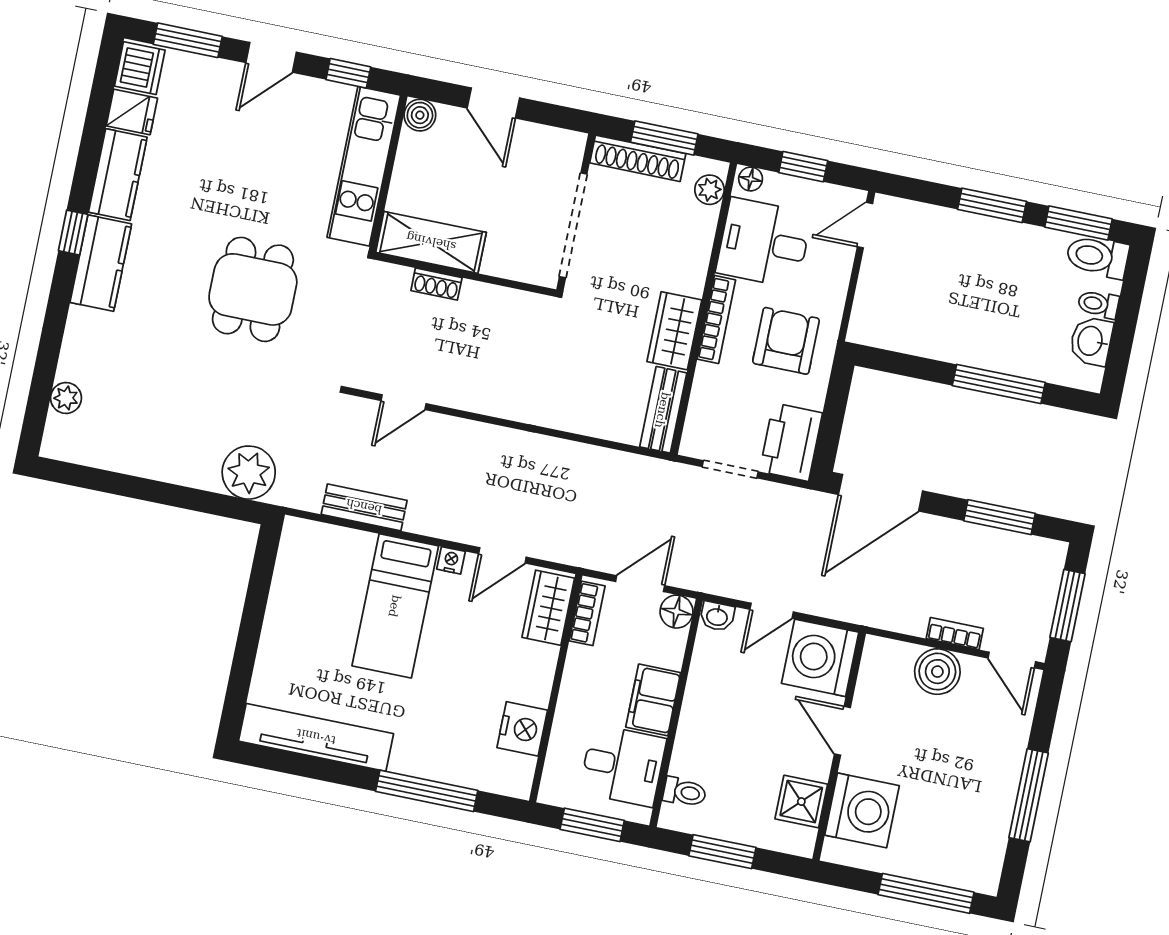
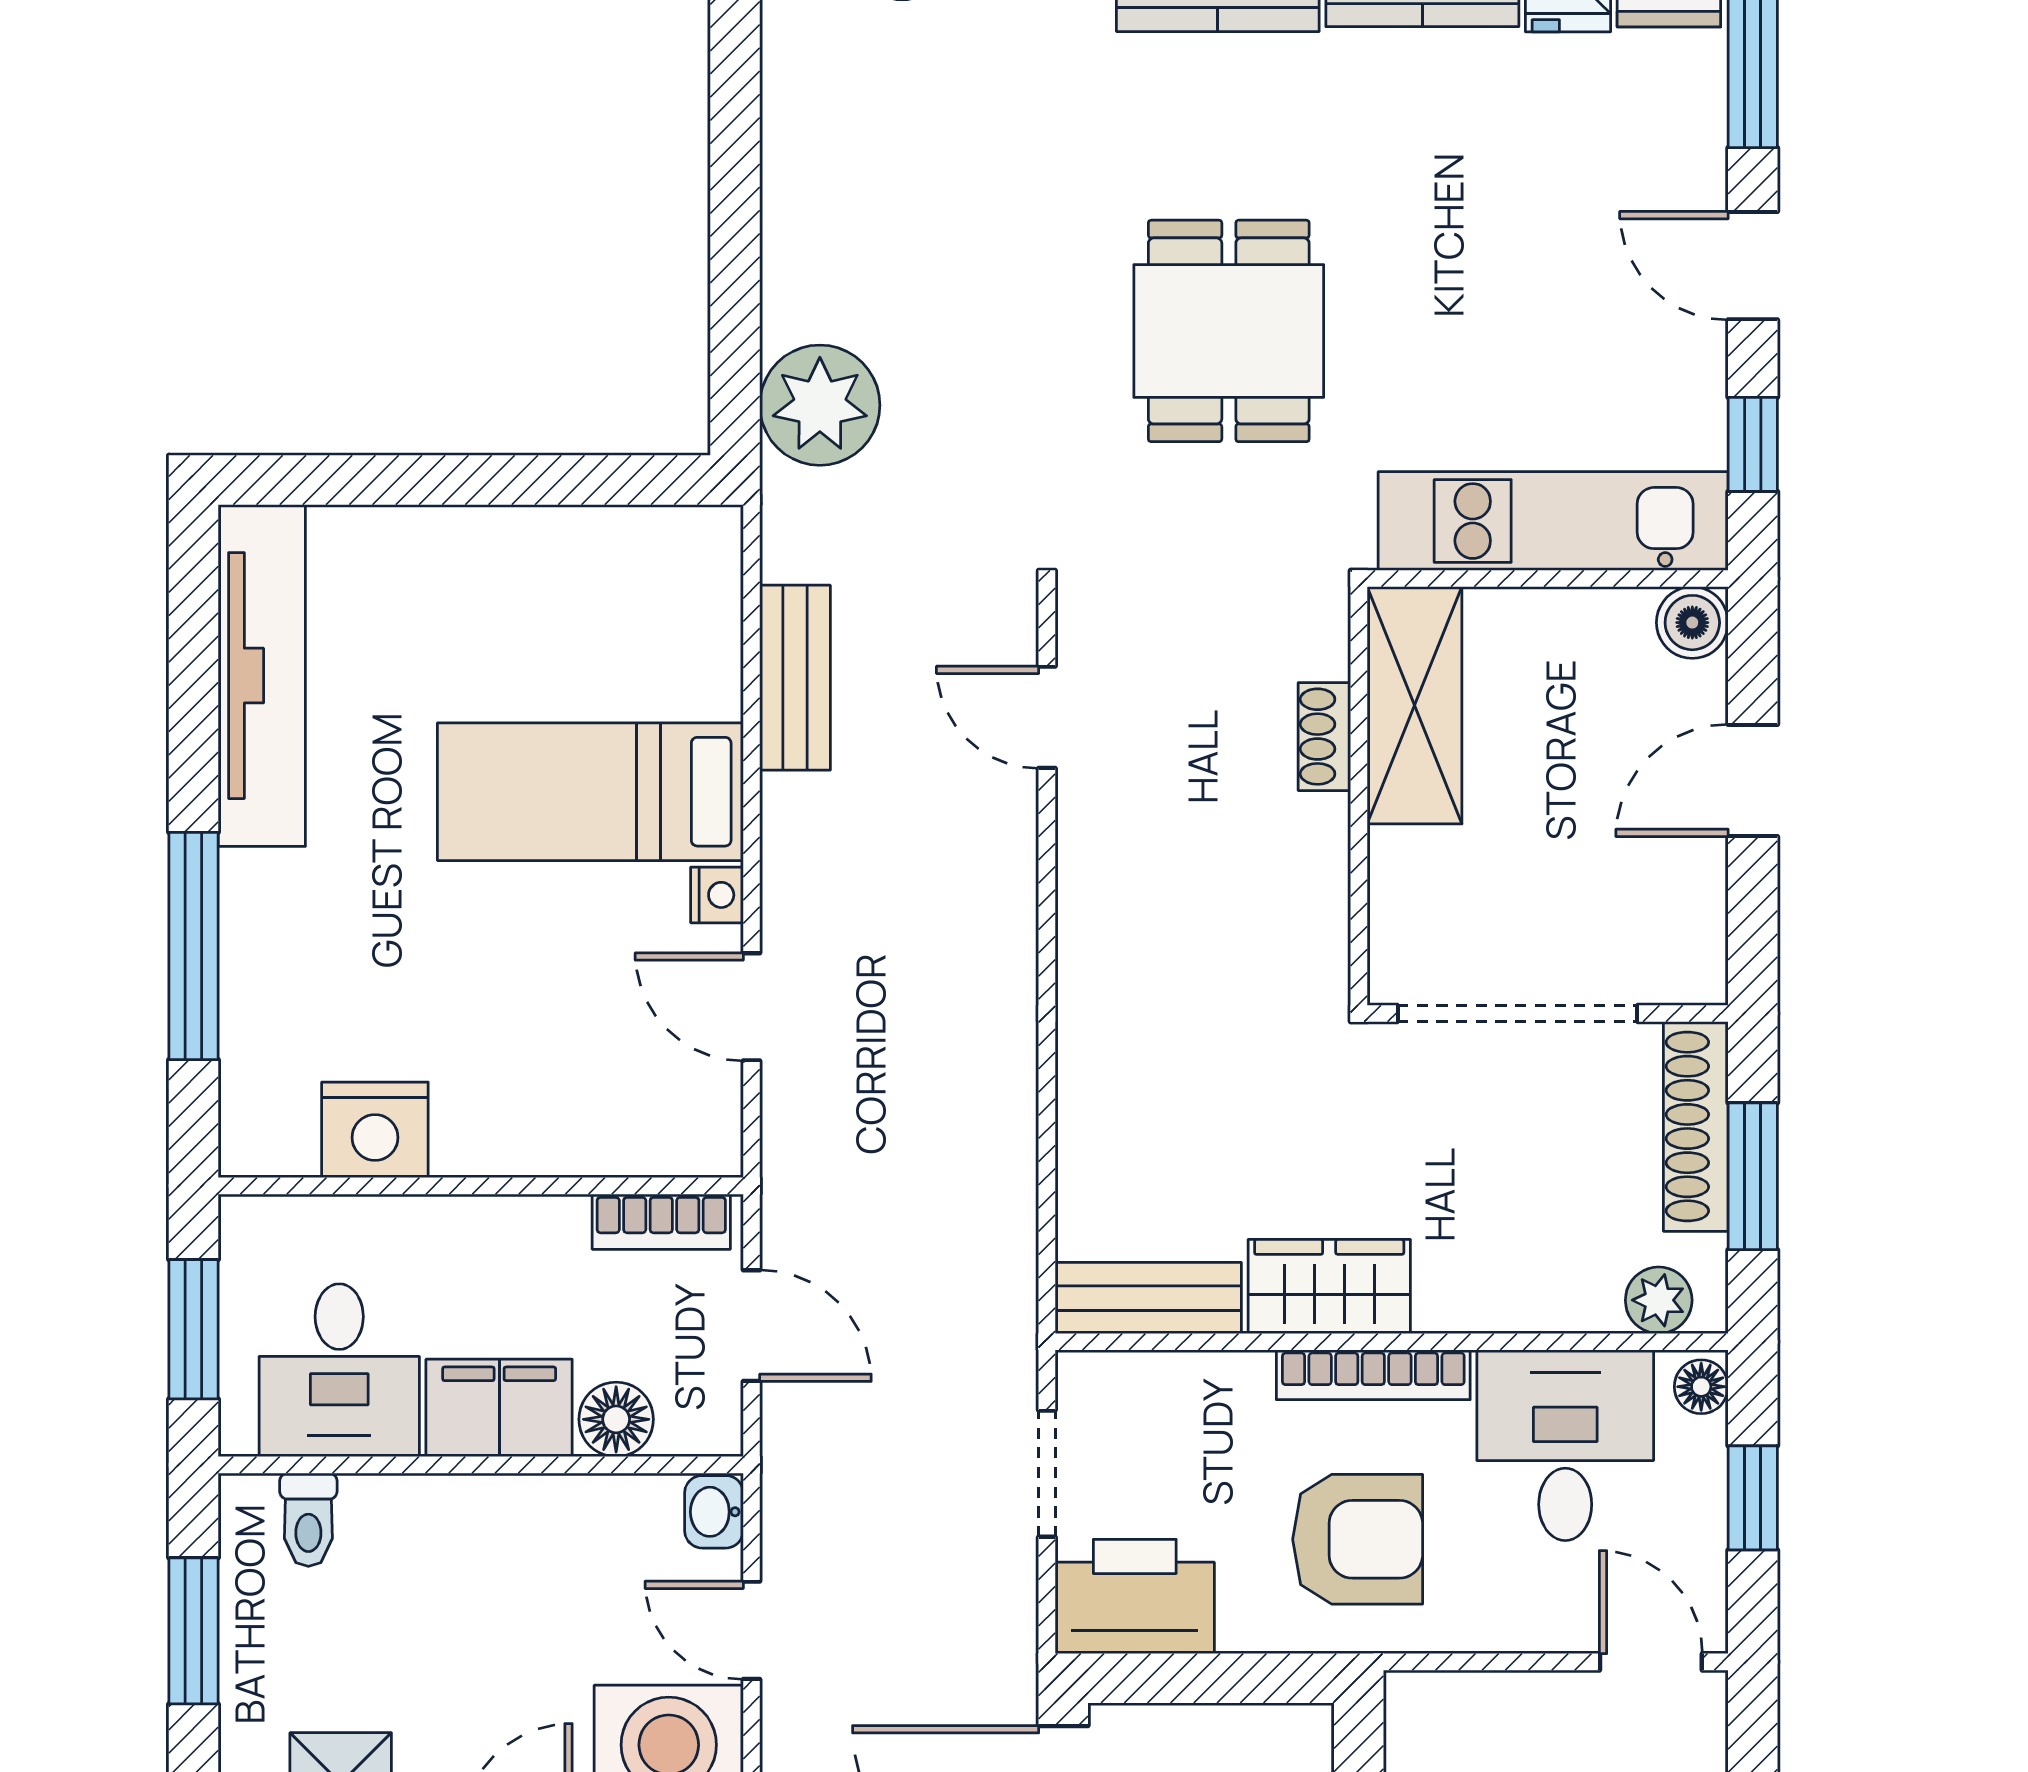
dining table: (253, 289) -> (1229, 331), turned 90
wardrobe: (548, 608) -> (656, 1132), removed
floor lamp: (676, 612) -> (616, 1419), moved

